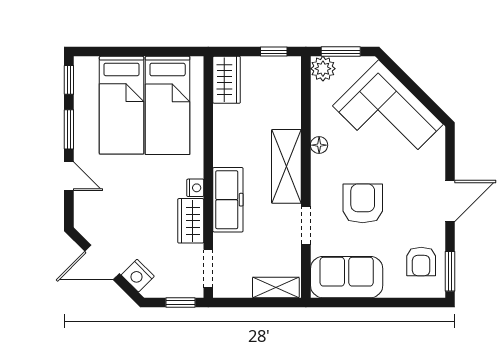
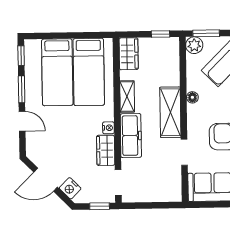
shelving: (276, 287) -> (127, 96), moved, turned 90

